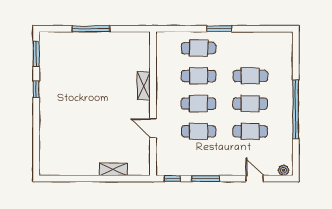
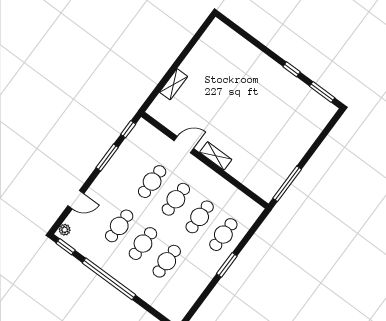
window: (91, 29) -> (287, 184), moved
shelving: (144, 86) -> (216, 156), moved
window: (296, 160) -> (66, 247), added

